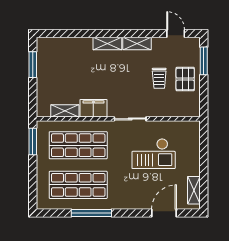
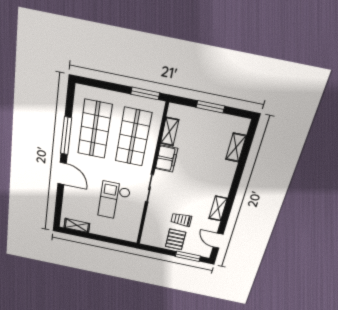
door: (176, 33) -> (218, 241), swing flipped
shelving: (107, 43) -> (236, 148), moved
window: (33, 65) -> (210, 107), moved
pallet: (185, 79) -> (176, 239), turned 90
door: (164, 213) -> (62, 173), moved

